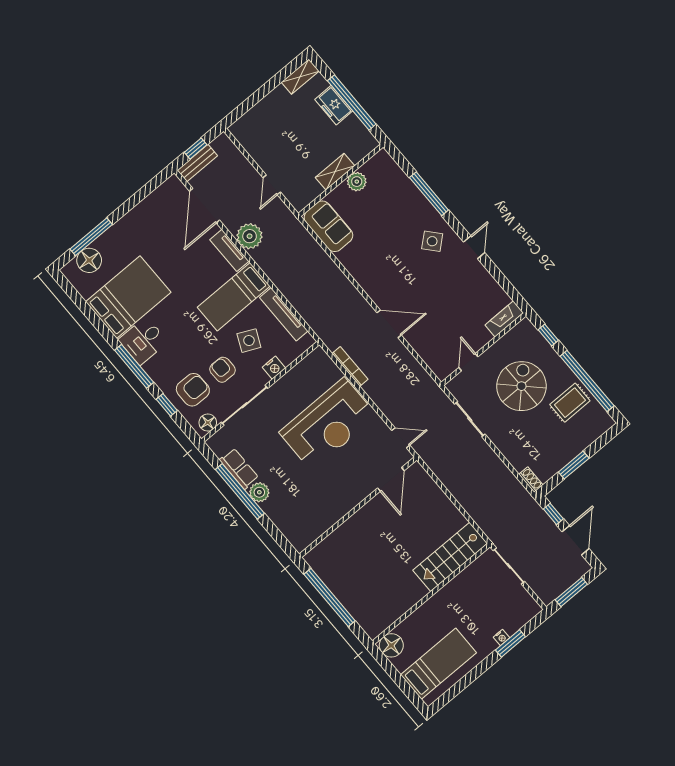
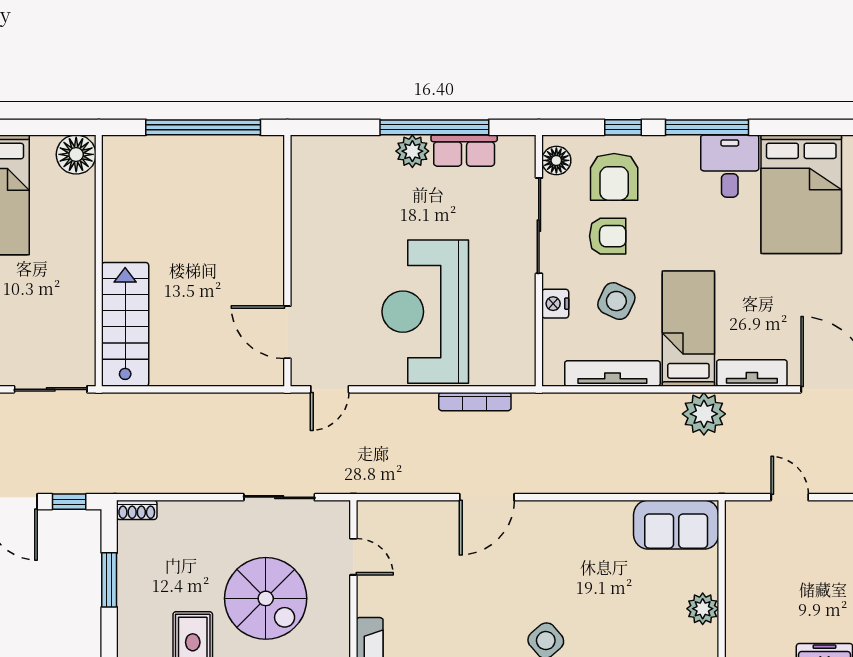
shelving: (335, 172) -> (739, 592), removed
plant: (250, 236) -> (704, 414), moved

